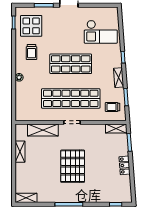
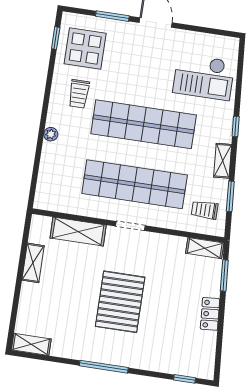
shop shelf: (71, 64) -> (144, 124), width x1.40

